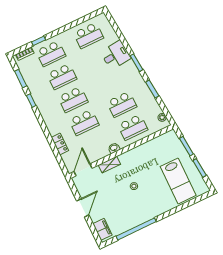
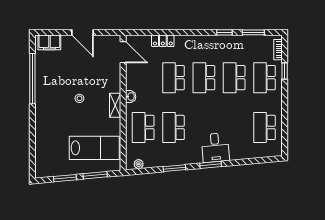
desk: (116, 55) -> (215, 148), moved
shelving: (109, 165) -> (115, 105), moved
lab bench: (178, 181) -> (94, 148), moved, turned 180

